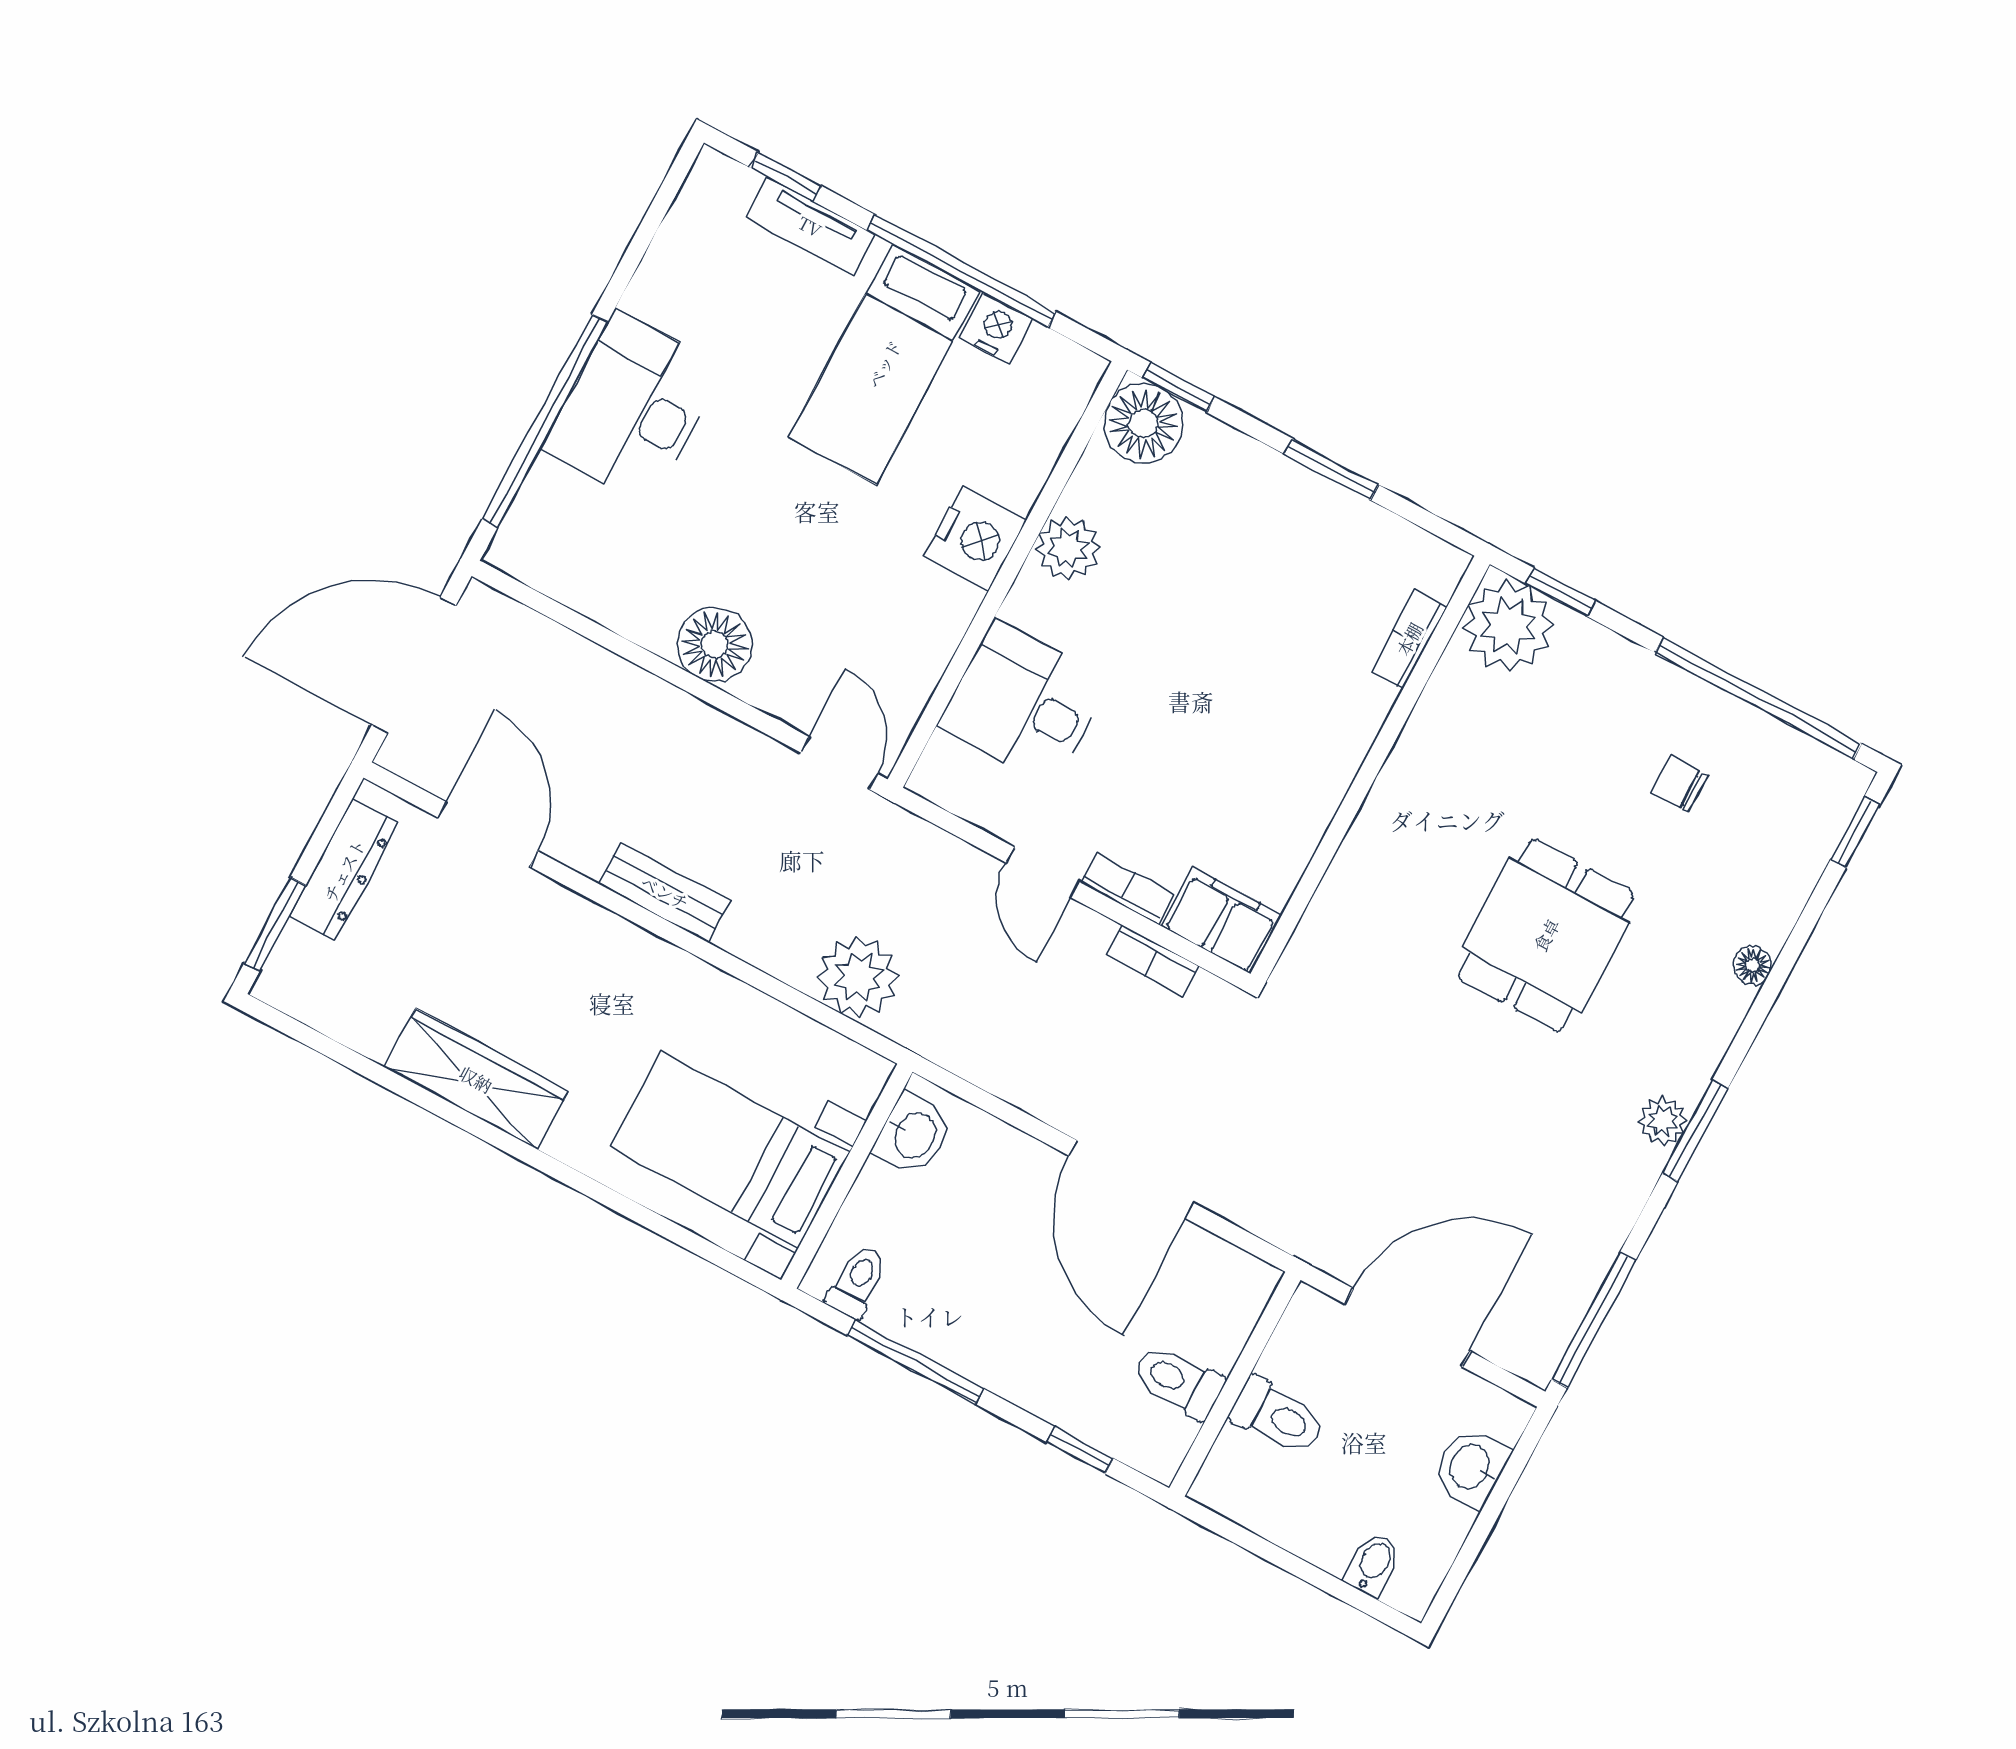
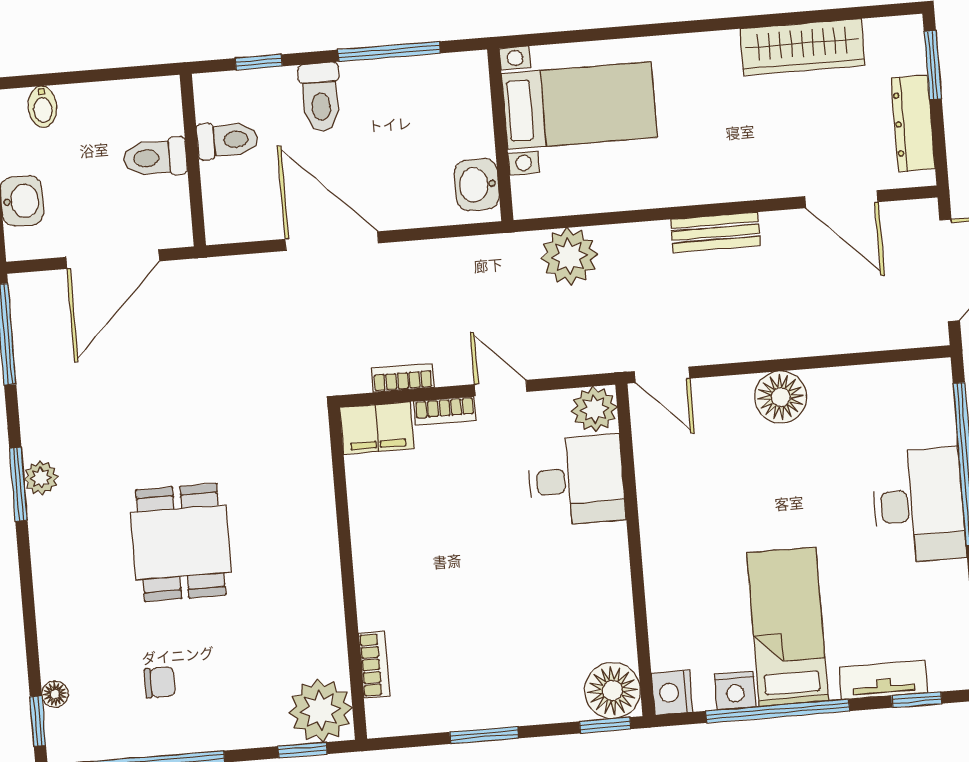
nightstand: (975, 539) -> (672, 693), moved, width x0.74, depth x0.75
plant: (1068, 548) -> (594, 409), moved
floor lamp: (1753, 965) -> (55, 694), moved
wardrobe: (476, 1079) -> (802, 47), moved
toilet: (857, 1281) -> (320, 97), moved, width x1.37, depth x1.39

